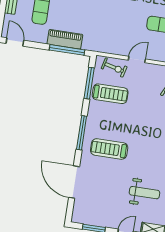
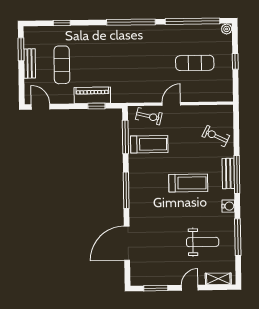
window: (67, 50) -> (96, 106), width x0.46
treadmill: (109, 149) -> (188, 183), moved, turned 180
door: (74, 182) -> (127, 243), hinge flipped

